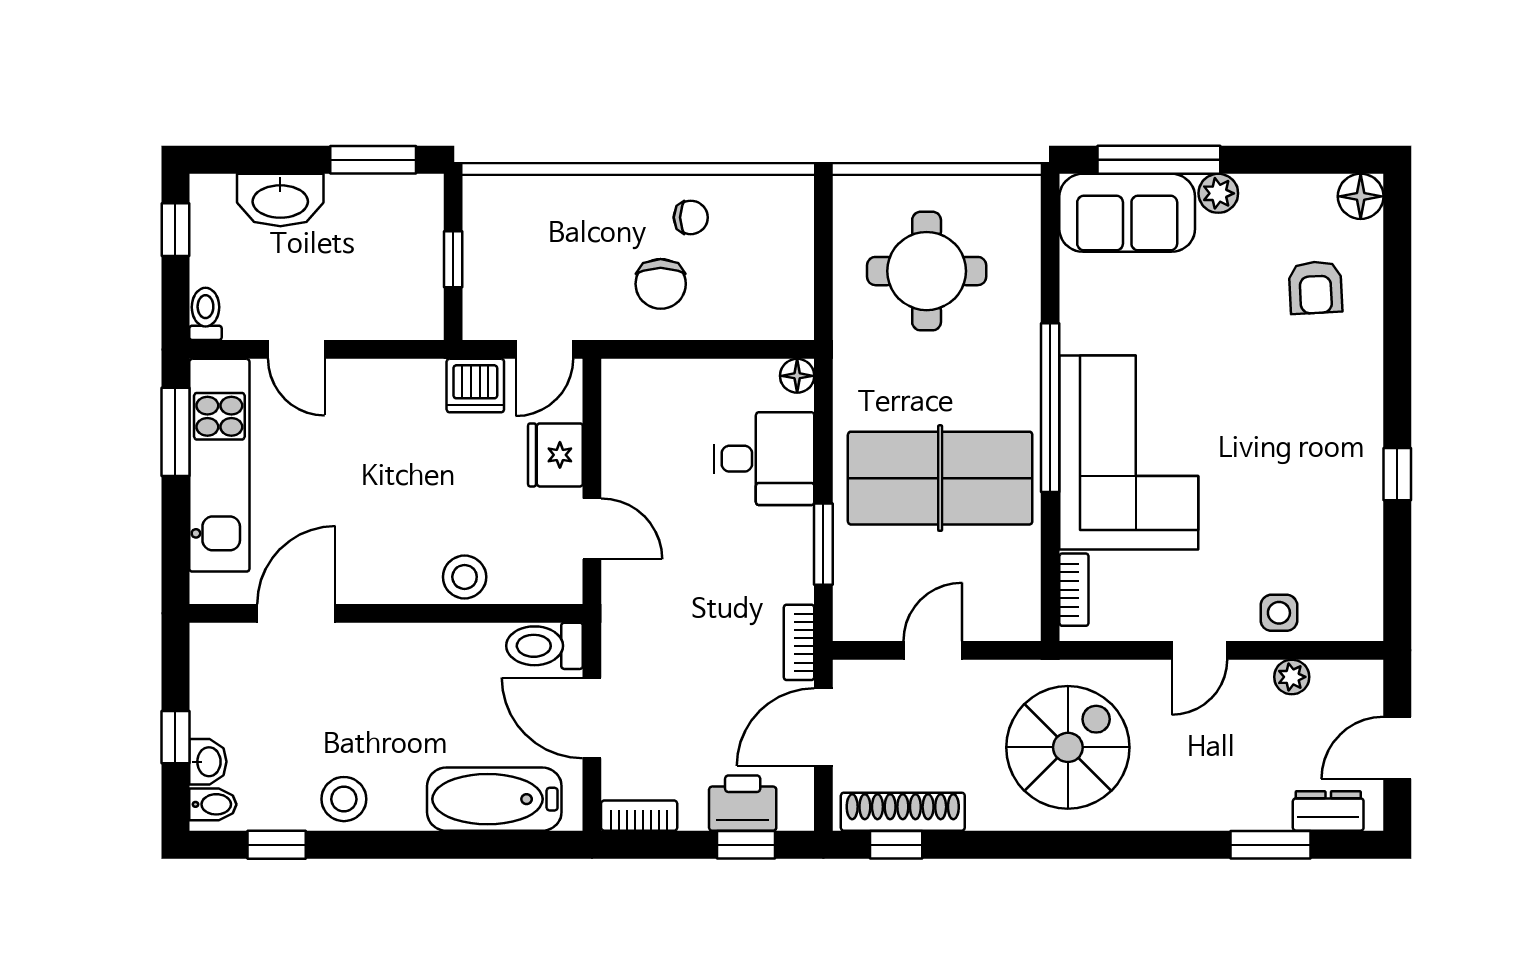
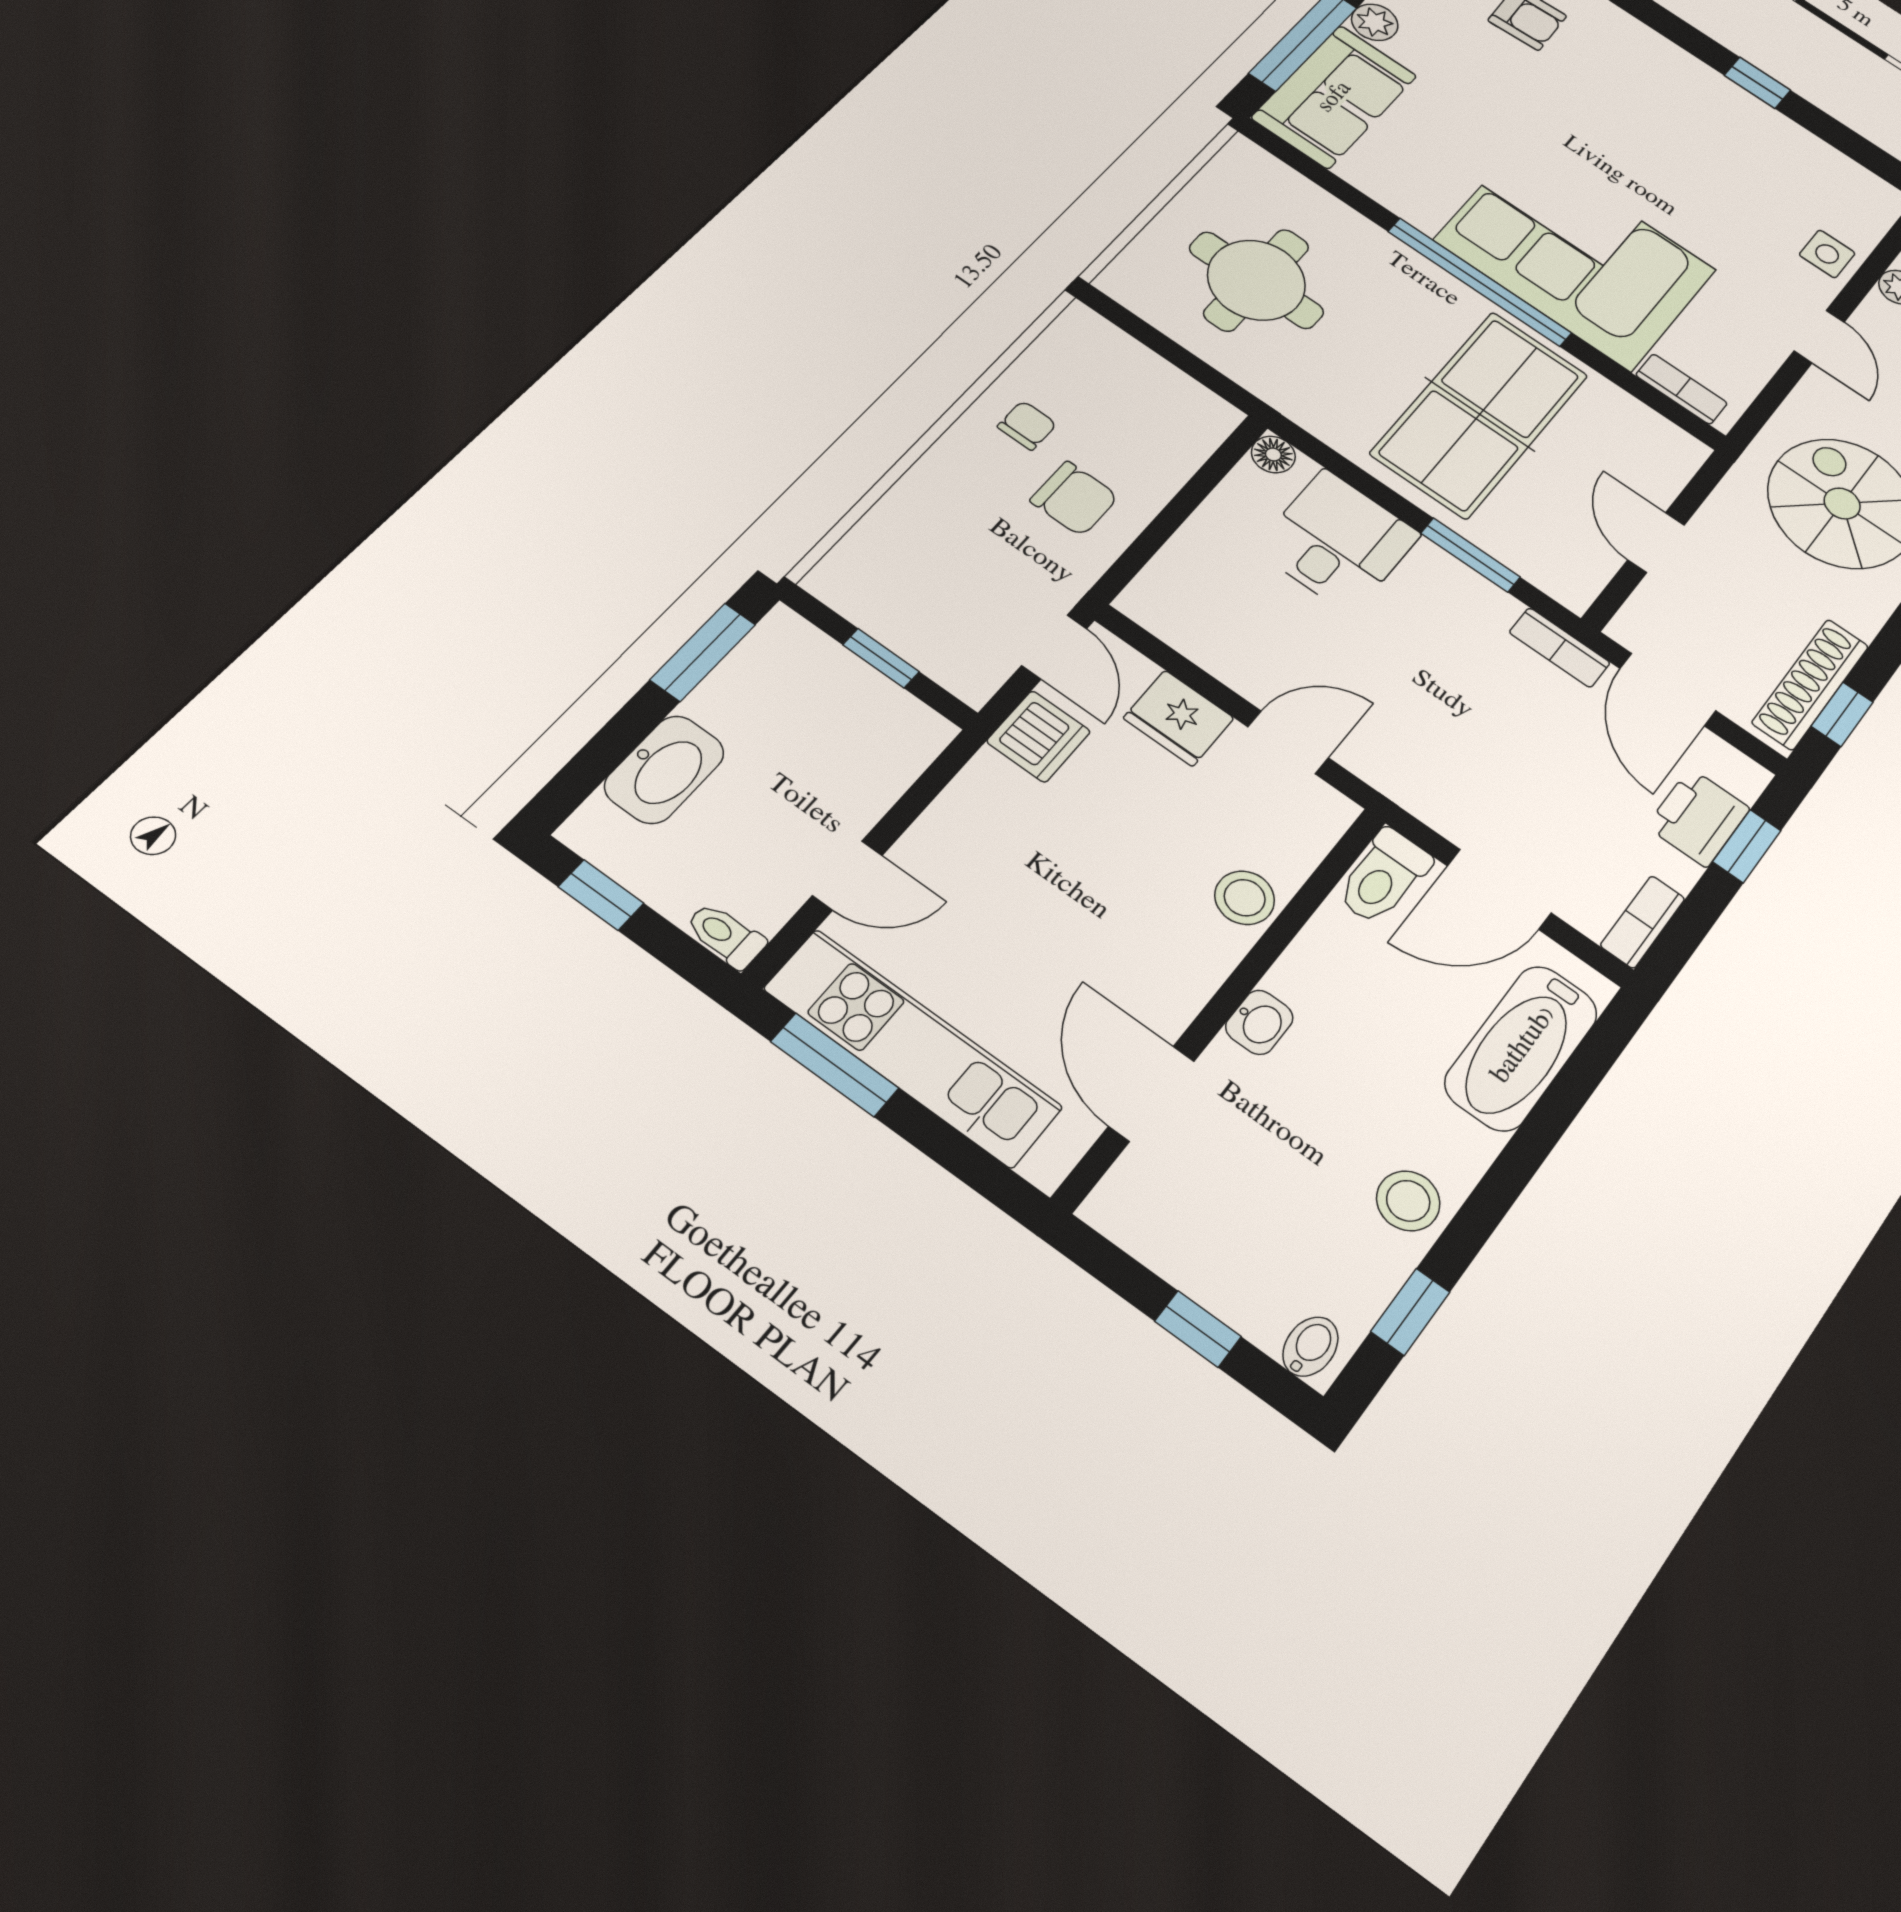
washbasin: (208, 762) -> (1259, 1022), moved, turned 90

